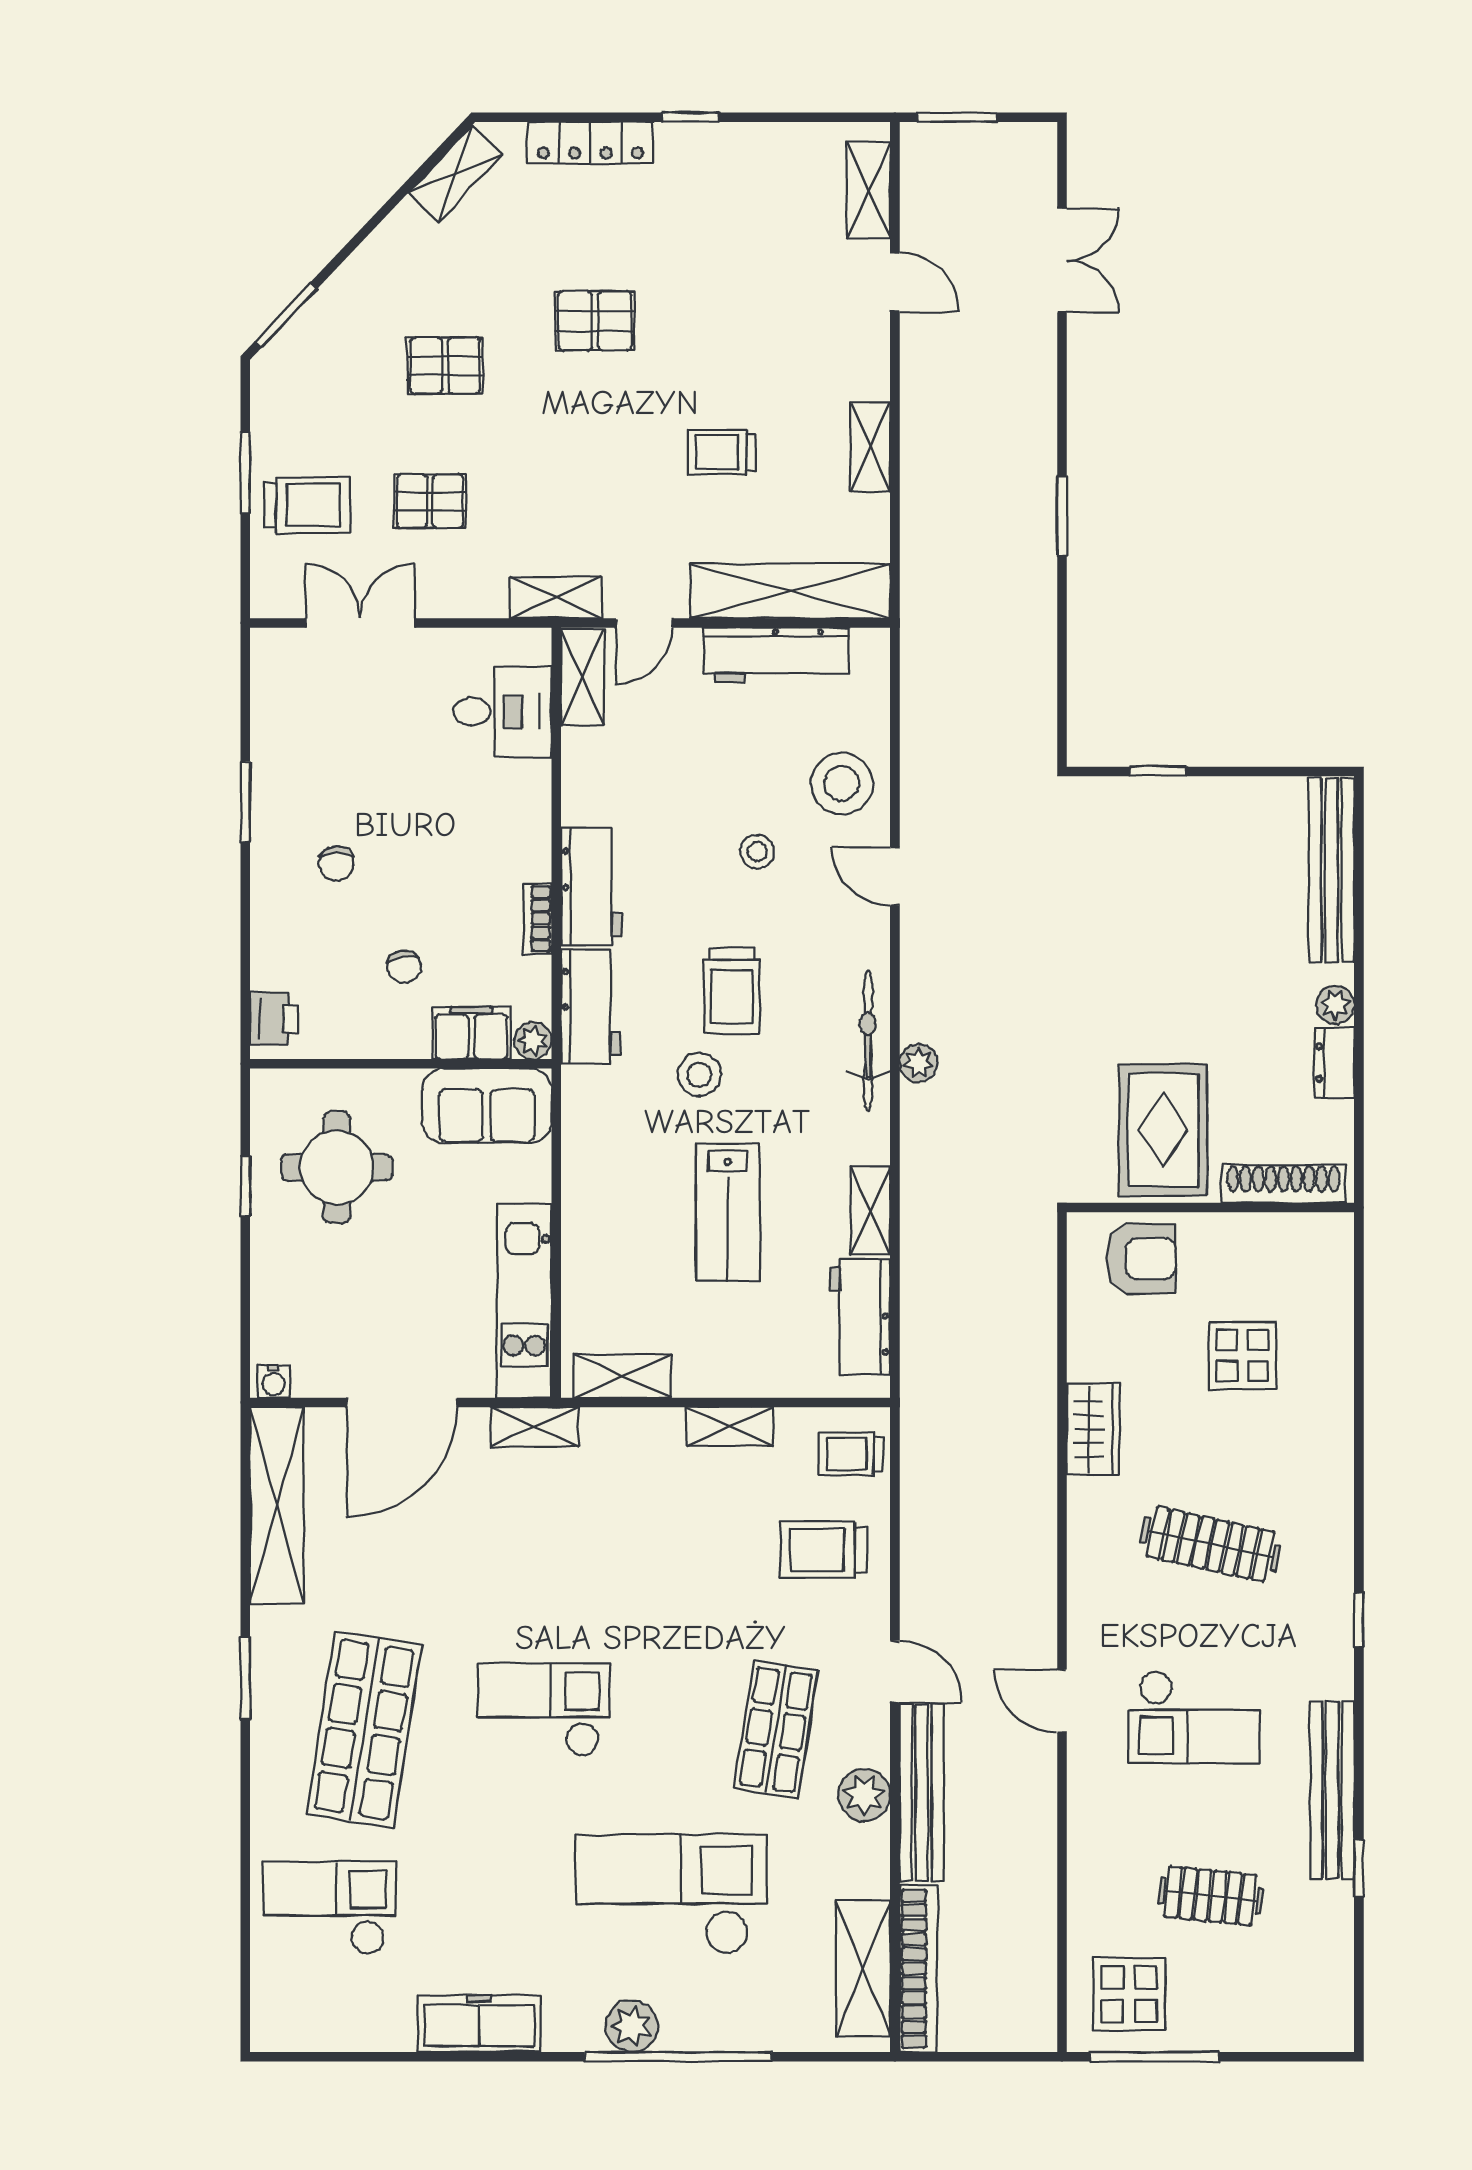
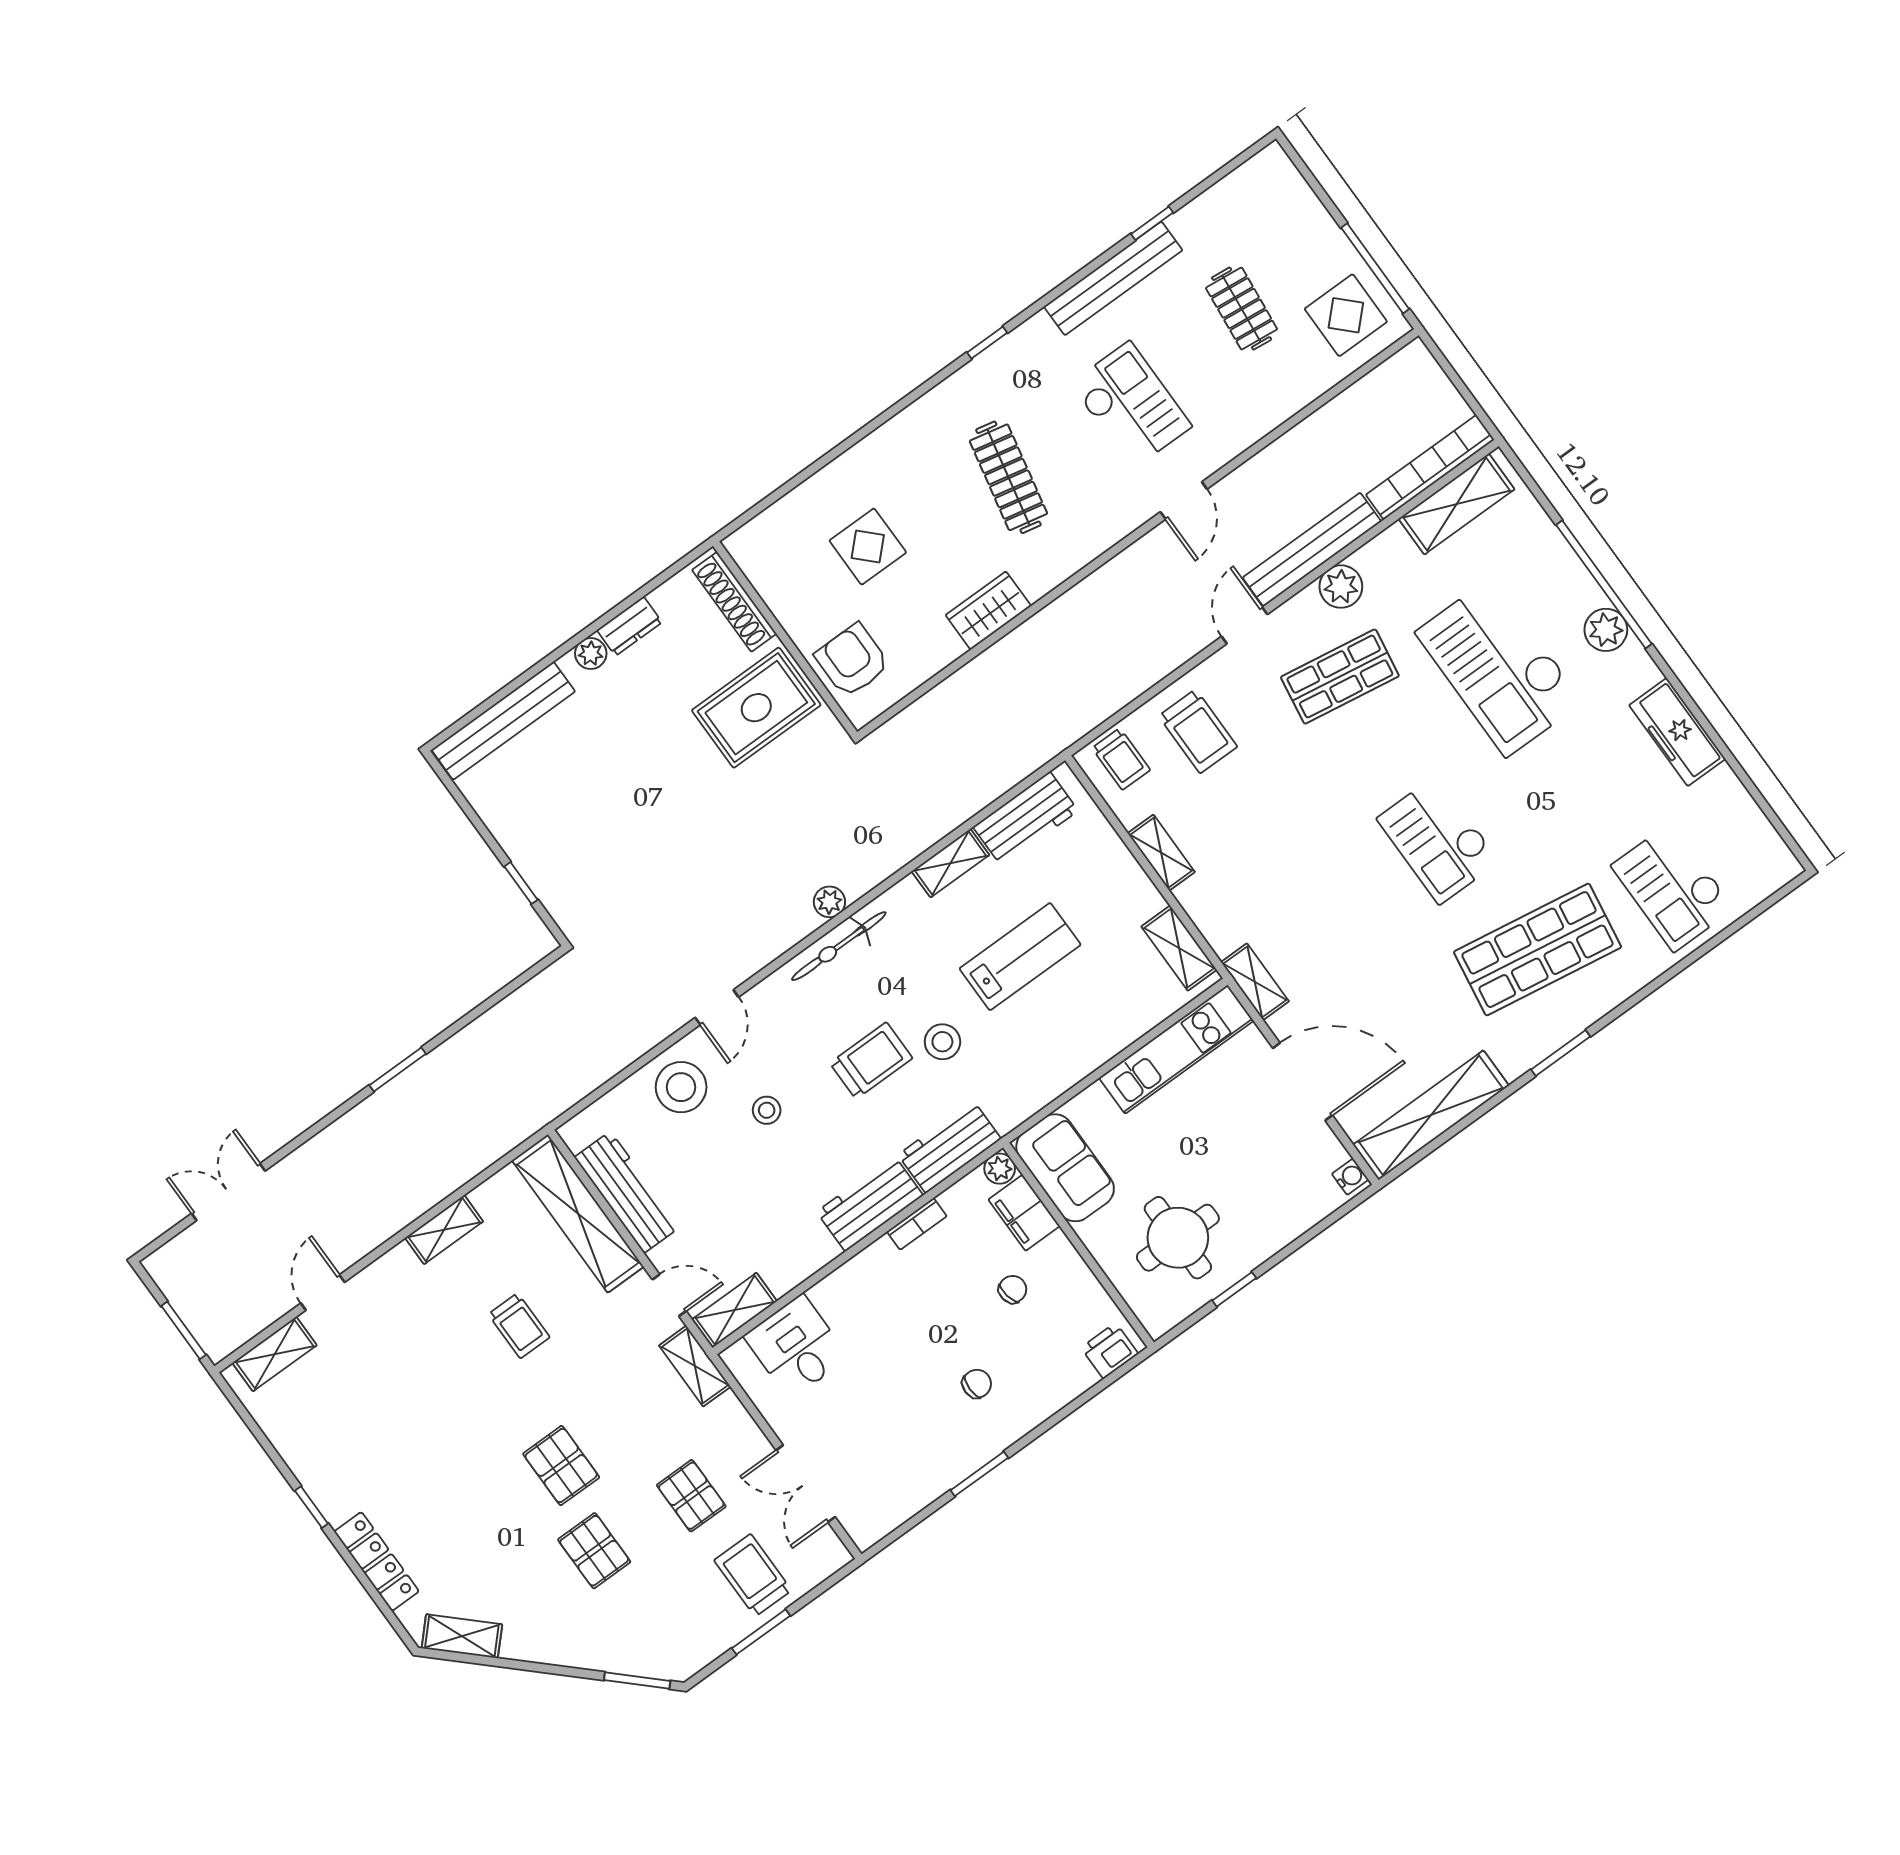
pallet: (595, 321) -> (561, 1466), moved

